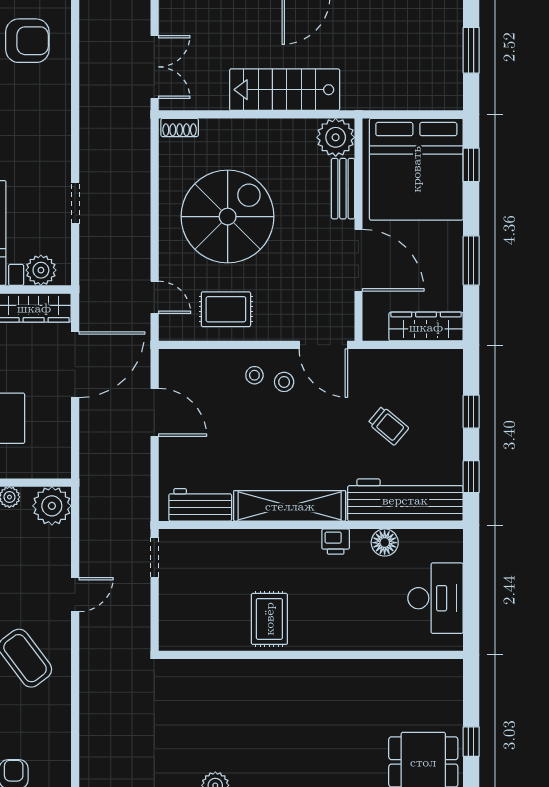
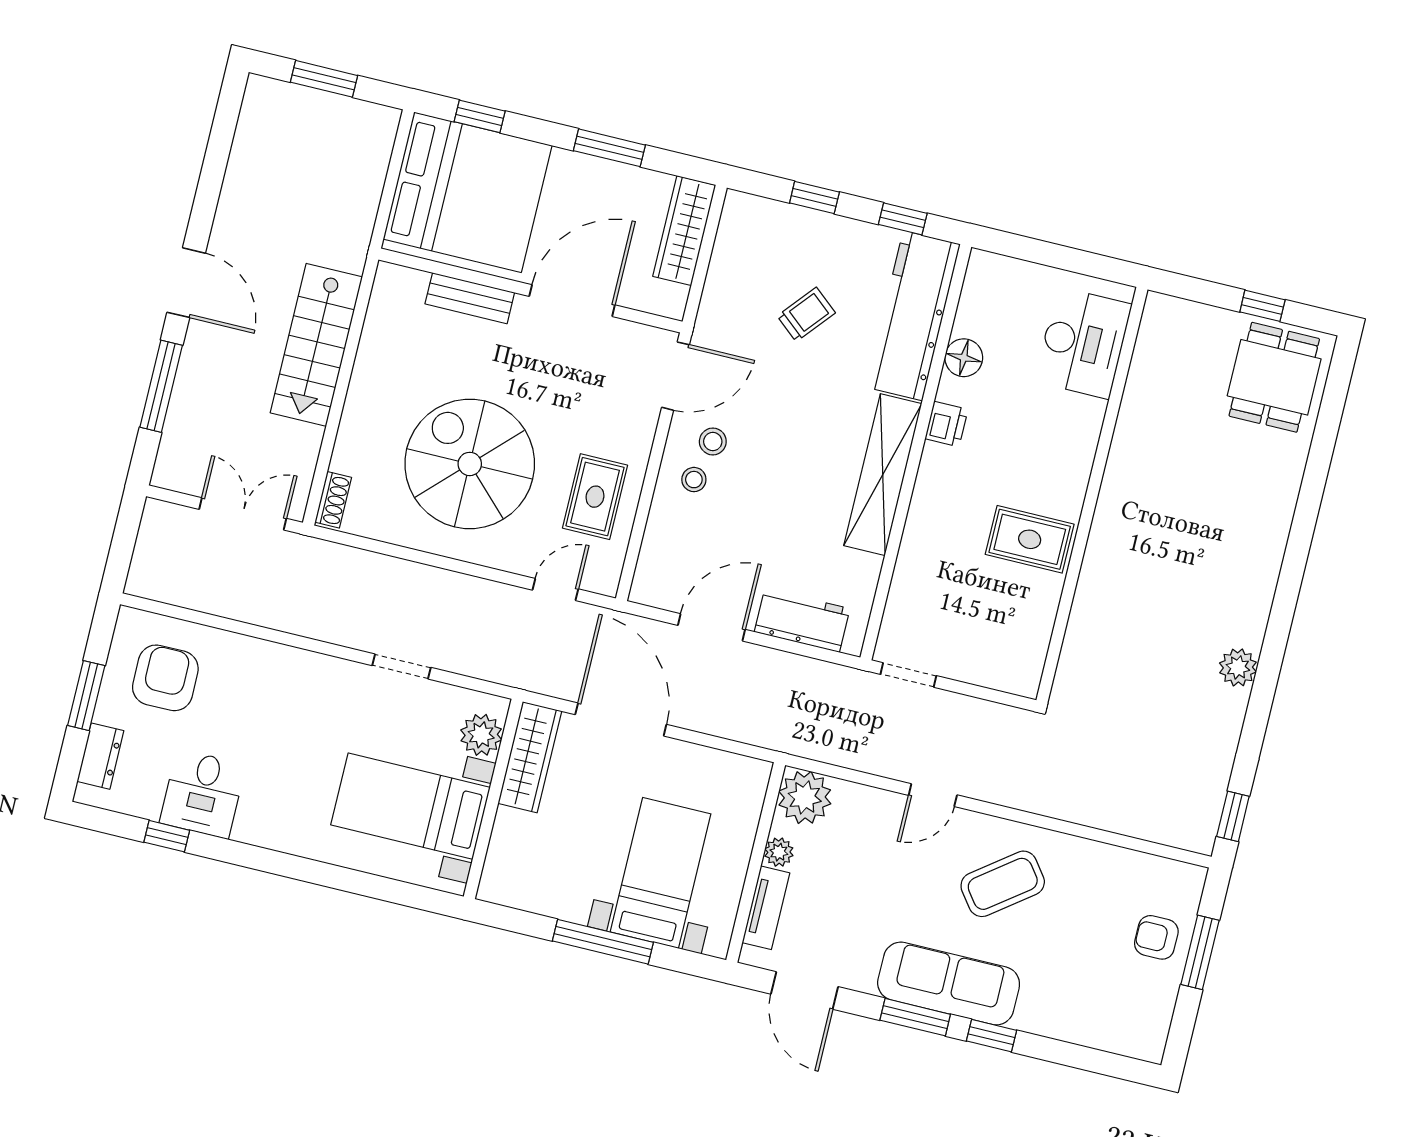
plant: (336, 137) -> (398, 291), removed
workbench: (200, 505) -> (802, 620), moved, turned 90
door: (75, 595) -> (933, 795), swing flipped
desk: (435, 598) -> (1083, 343), moved, turned 90

